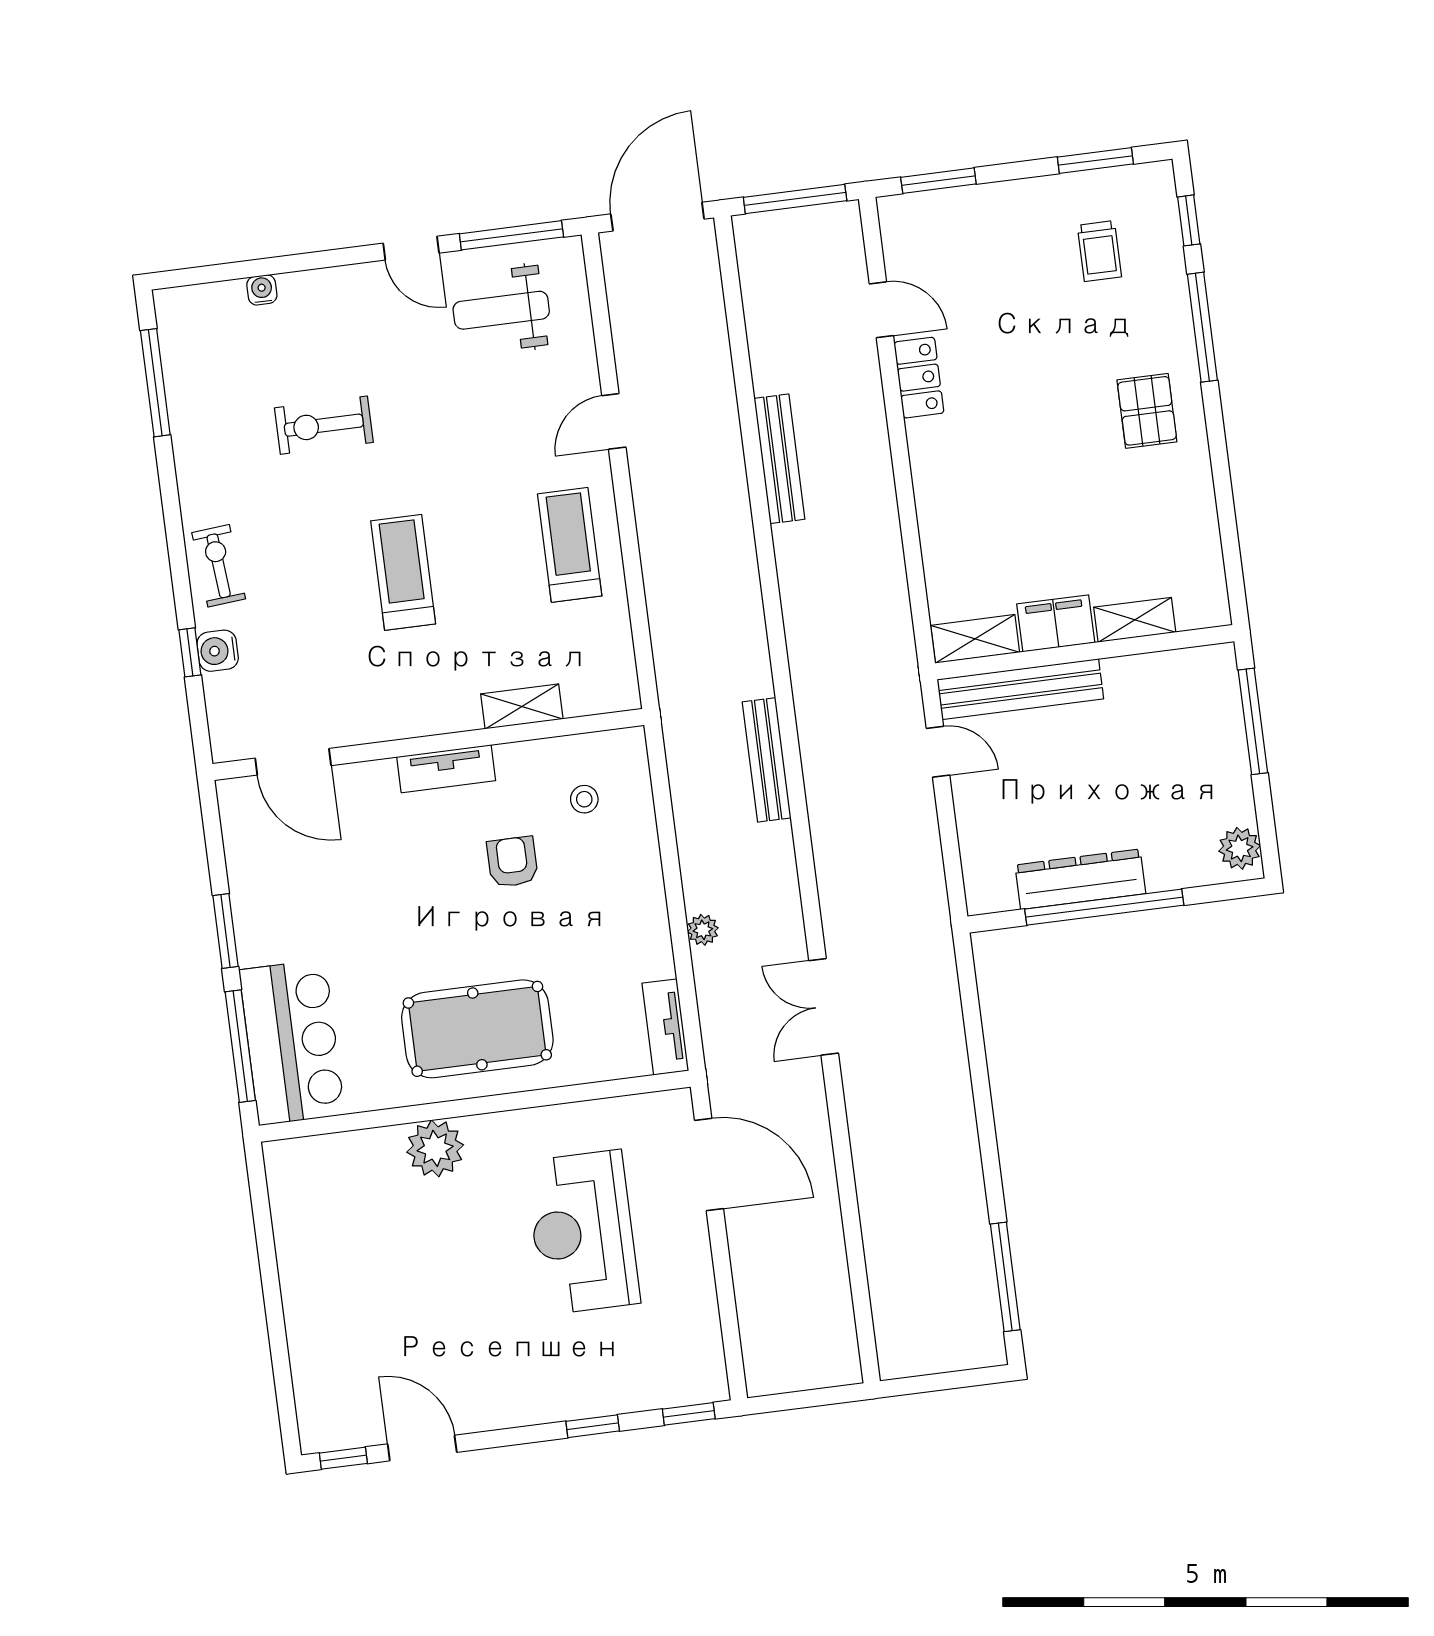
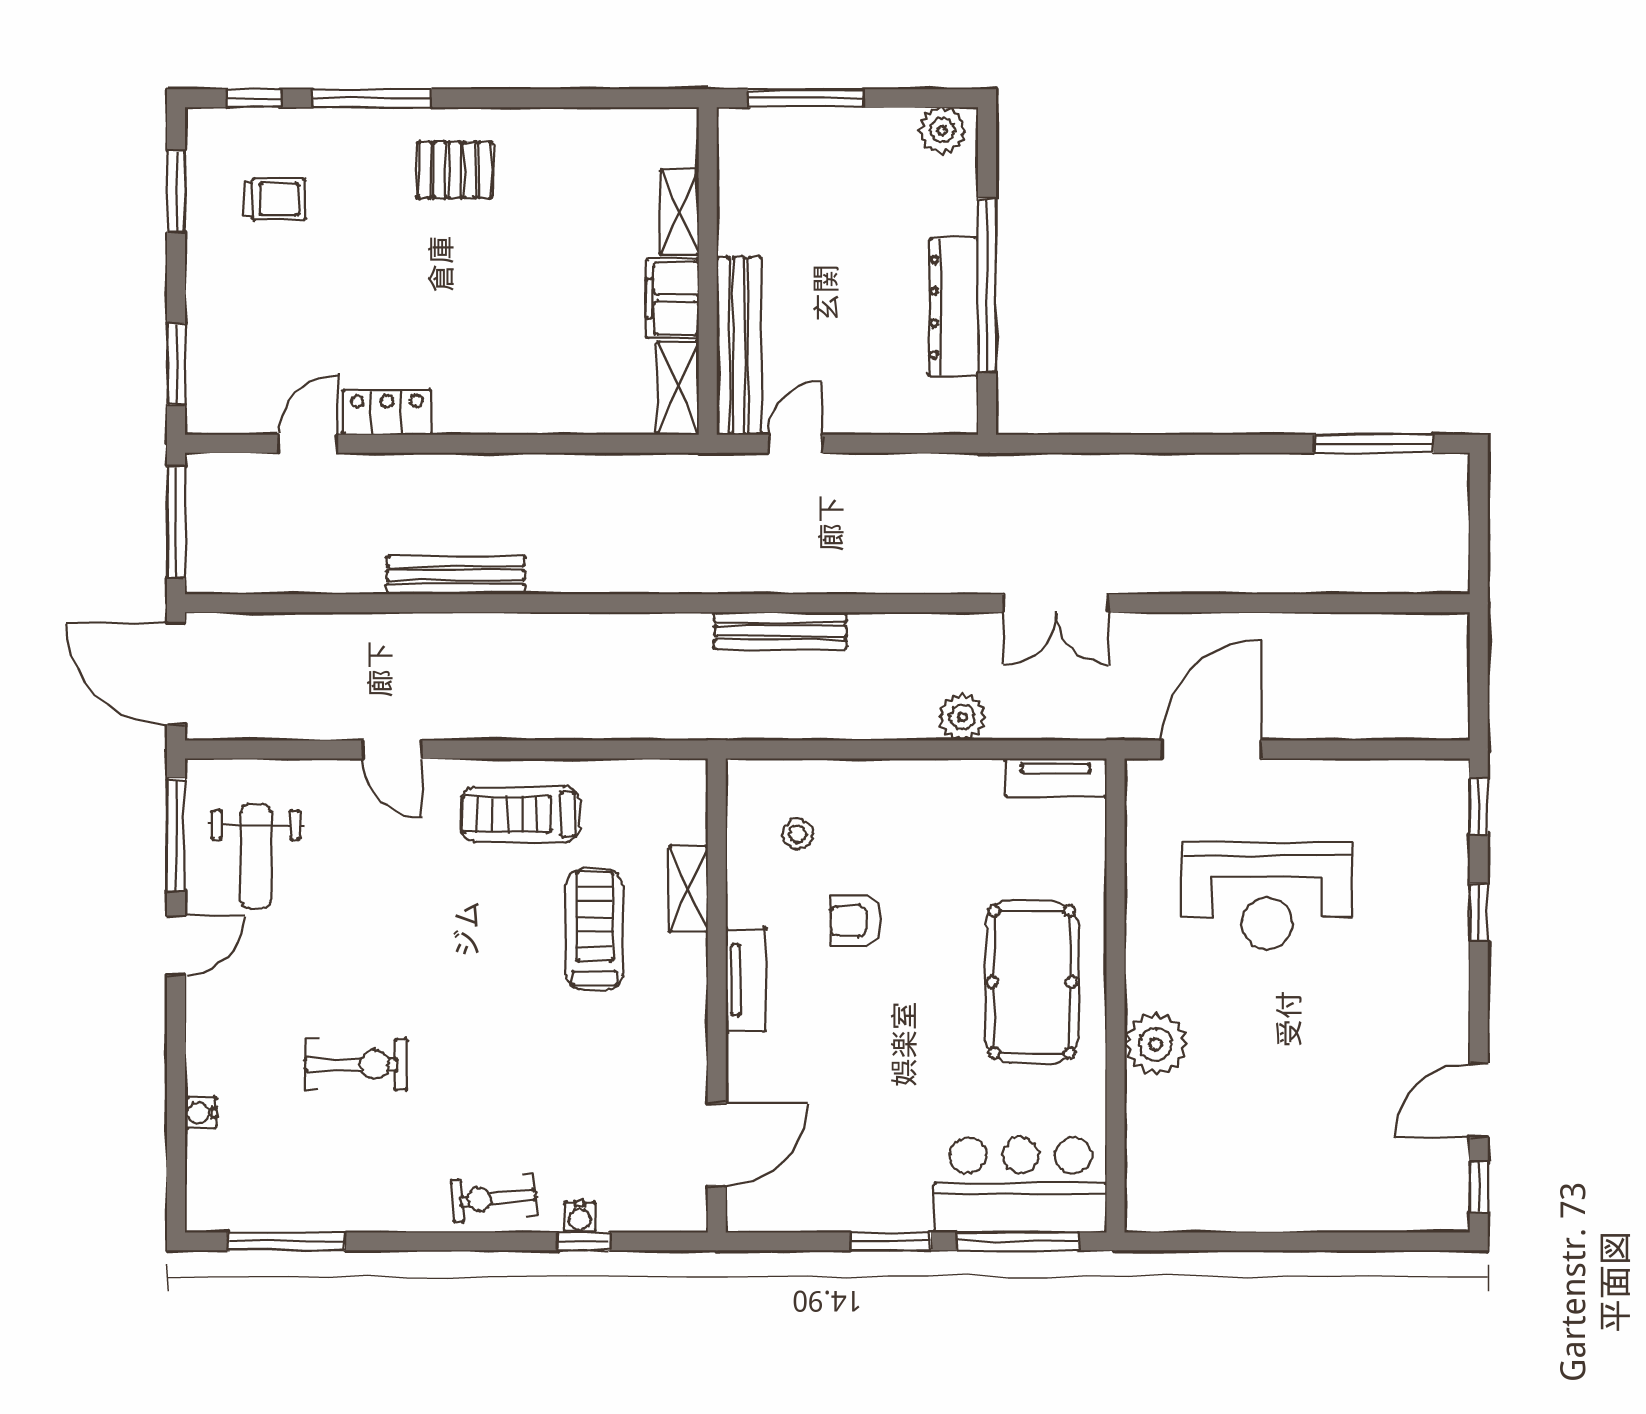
exercise bike: (324, 425) -> (356, 1064), turned -90
treadmill: (403, 572) -> (594, 930), moved, turned 90
water cooler: (218, 651) -> (580, 1217), width x0.72, depth x0.72
plant: (703, 930) -> (962, 717), width x1.38, depth x1.38

